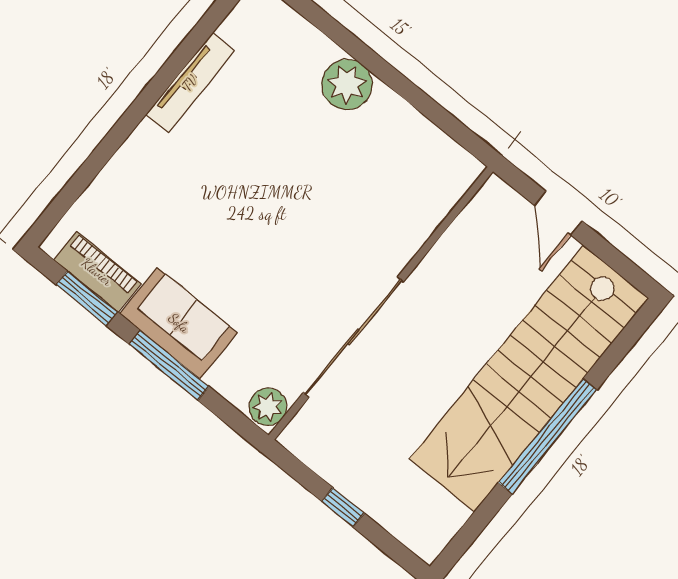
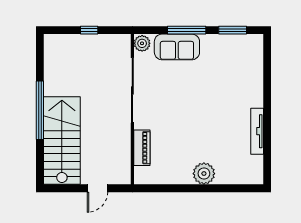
door: (558, 213) -> (97, 188), swing flipped
piano: (97, 272) -> (142, 148), moved, turned -90
sofa: (179, 323) -> (177, 47), moved
stairs: (529, 379) -> (62, 141), width x0.73

